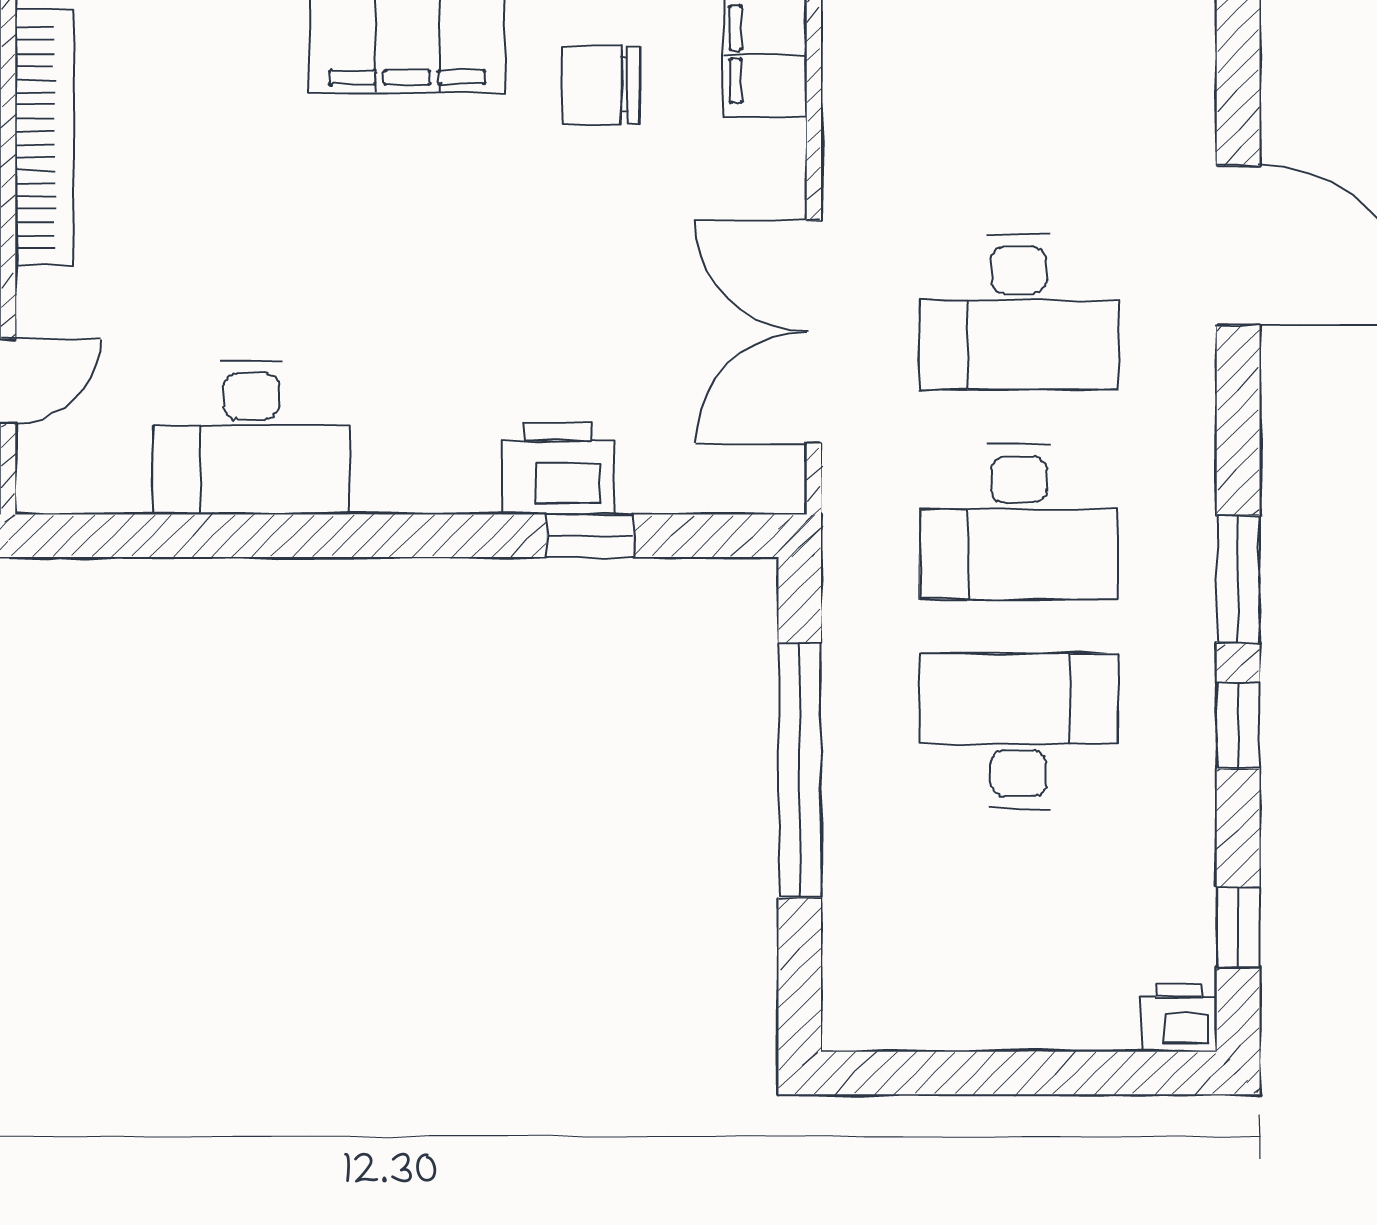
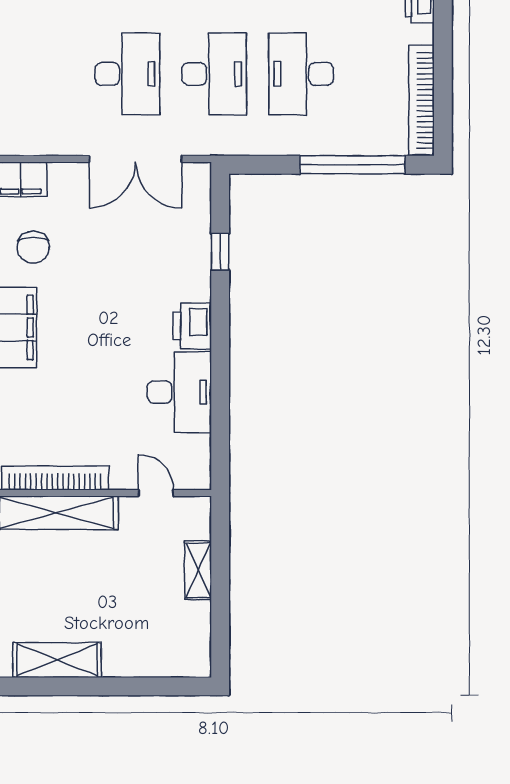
printer: (558, 468) -> (192, 326), moved
window: (800, 770) -> (352, 165), moved
bookcase: (955, 1021) -> (421, 101), added

